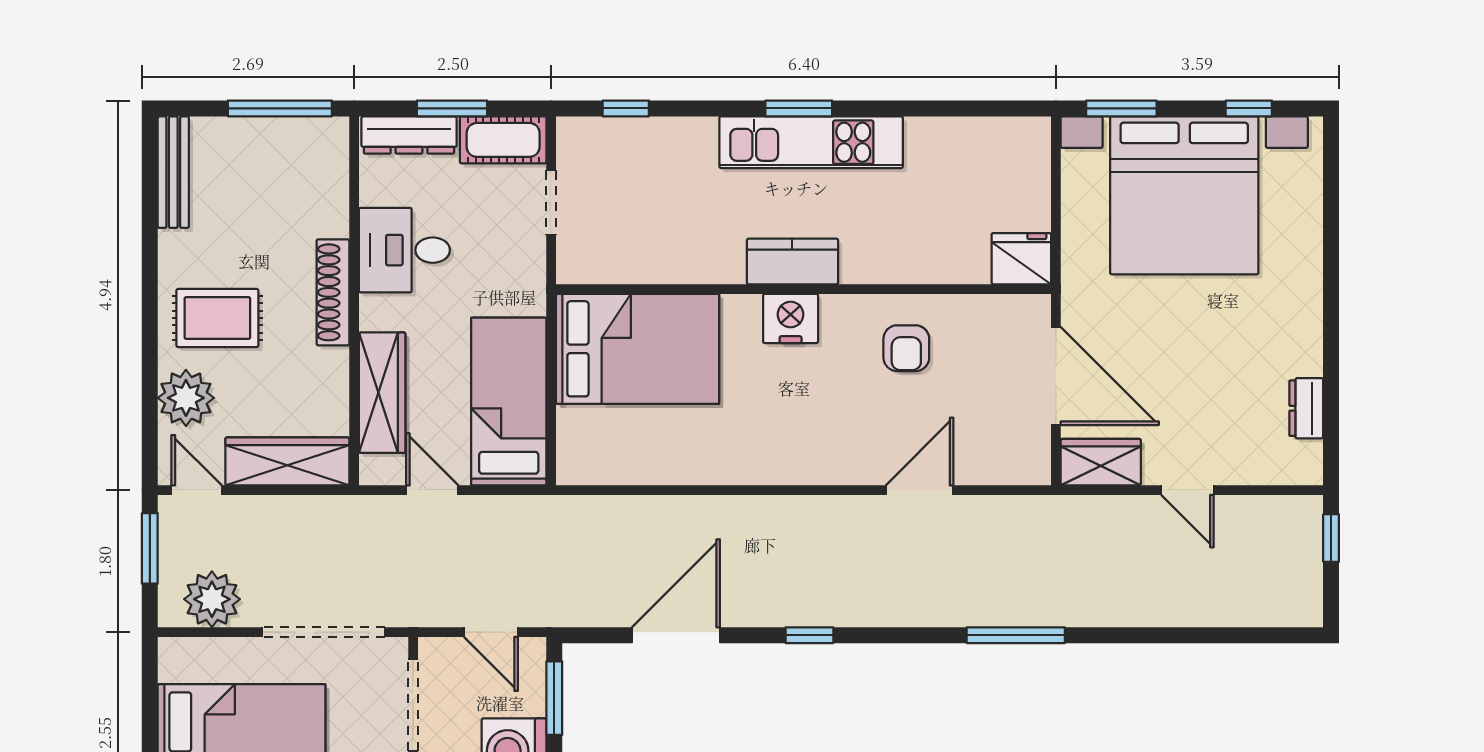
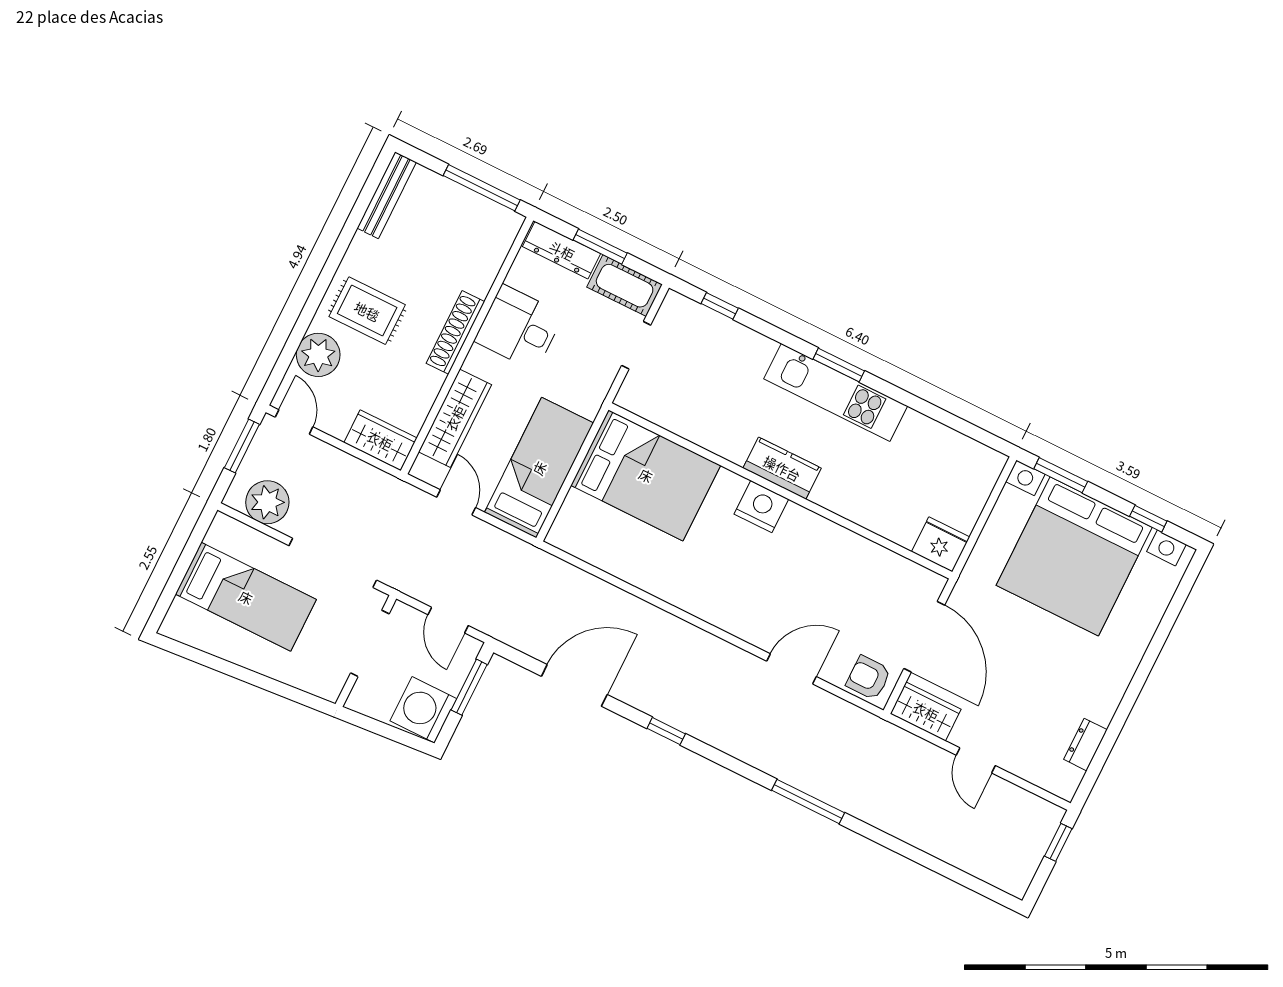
armchair: (906, 348) -> (868, 678), moved, turned 90
wardrobe: (287, 461) -> (380, 440), width x0.67

